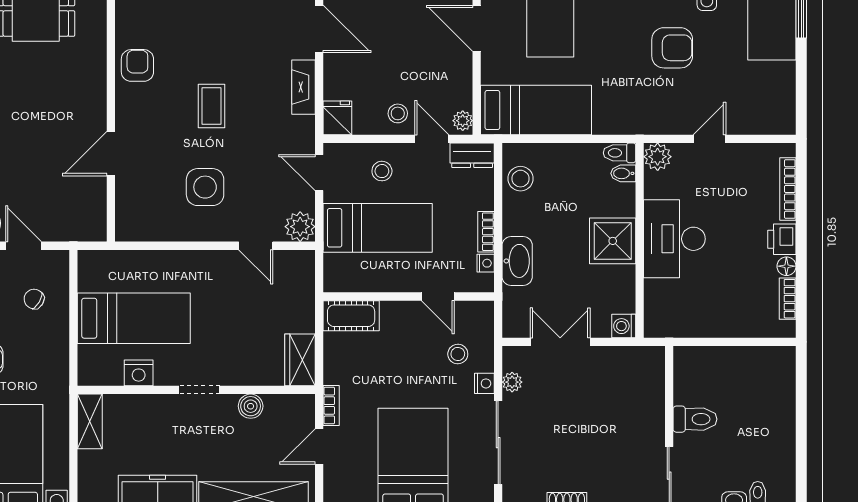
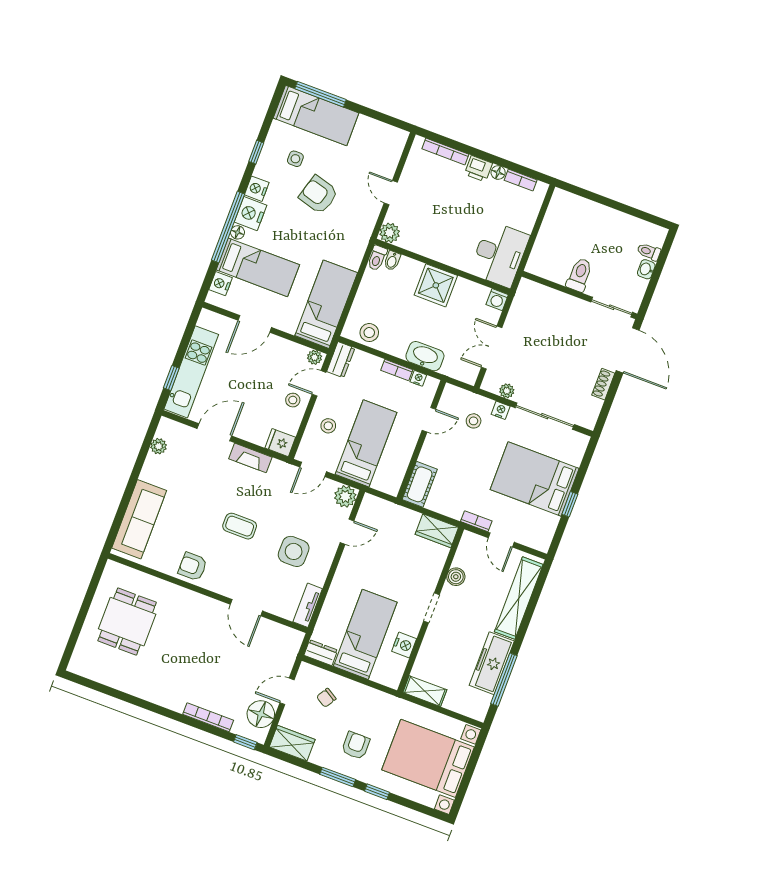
armchair: (672, 48) -> (319, 195), turned -74
tv unit: (143, 231) -> (308, 605), added
desk: (674, 239) -> (499, 254), moved, turned -90
dresser: (89, 270) -> (321, 653), added

